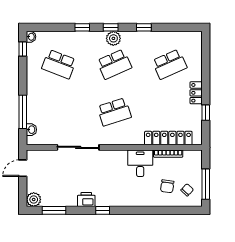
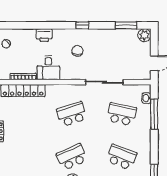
school desk: (170, 64) -> (122, 114), moved, turned 36
chair: (167, 186) -> (77, 51), moved
printer: (86, 200) -> (44, 35), moved

